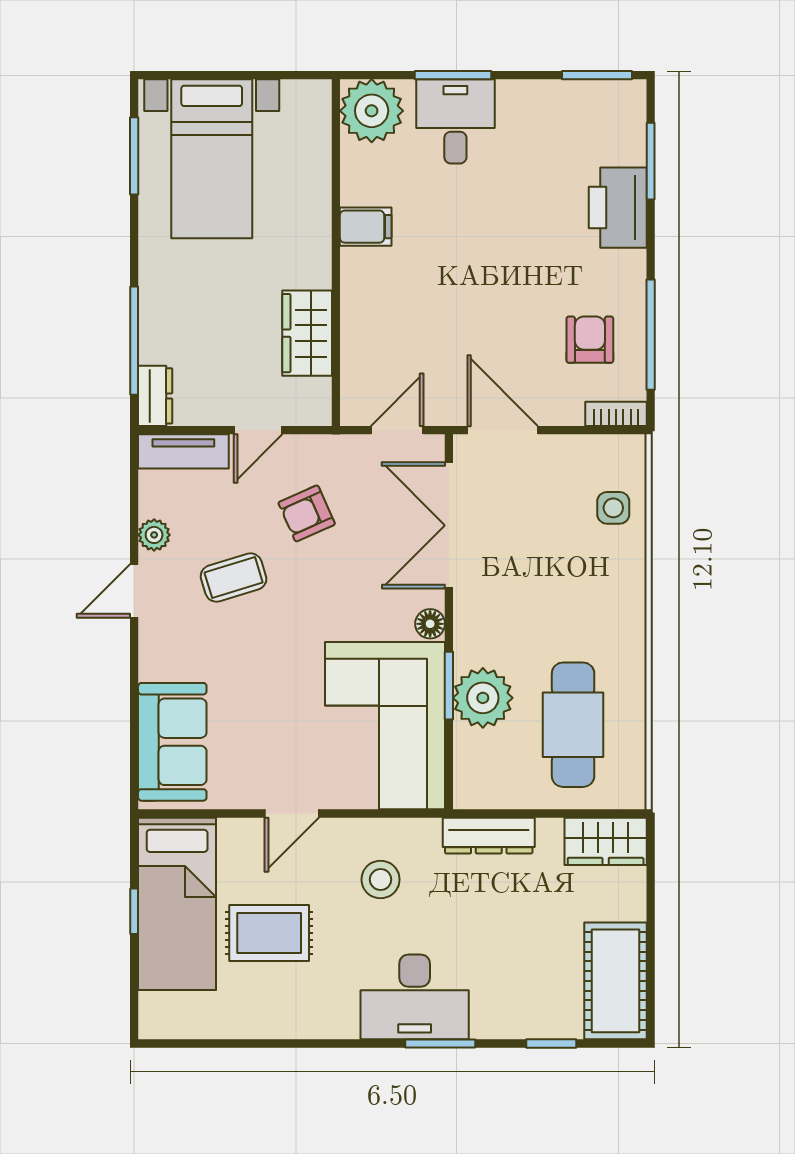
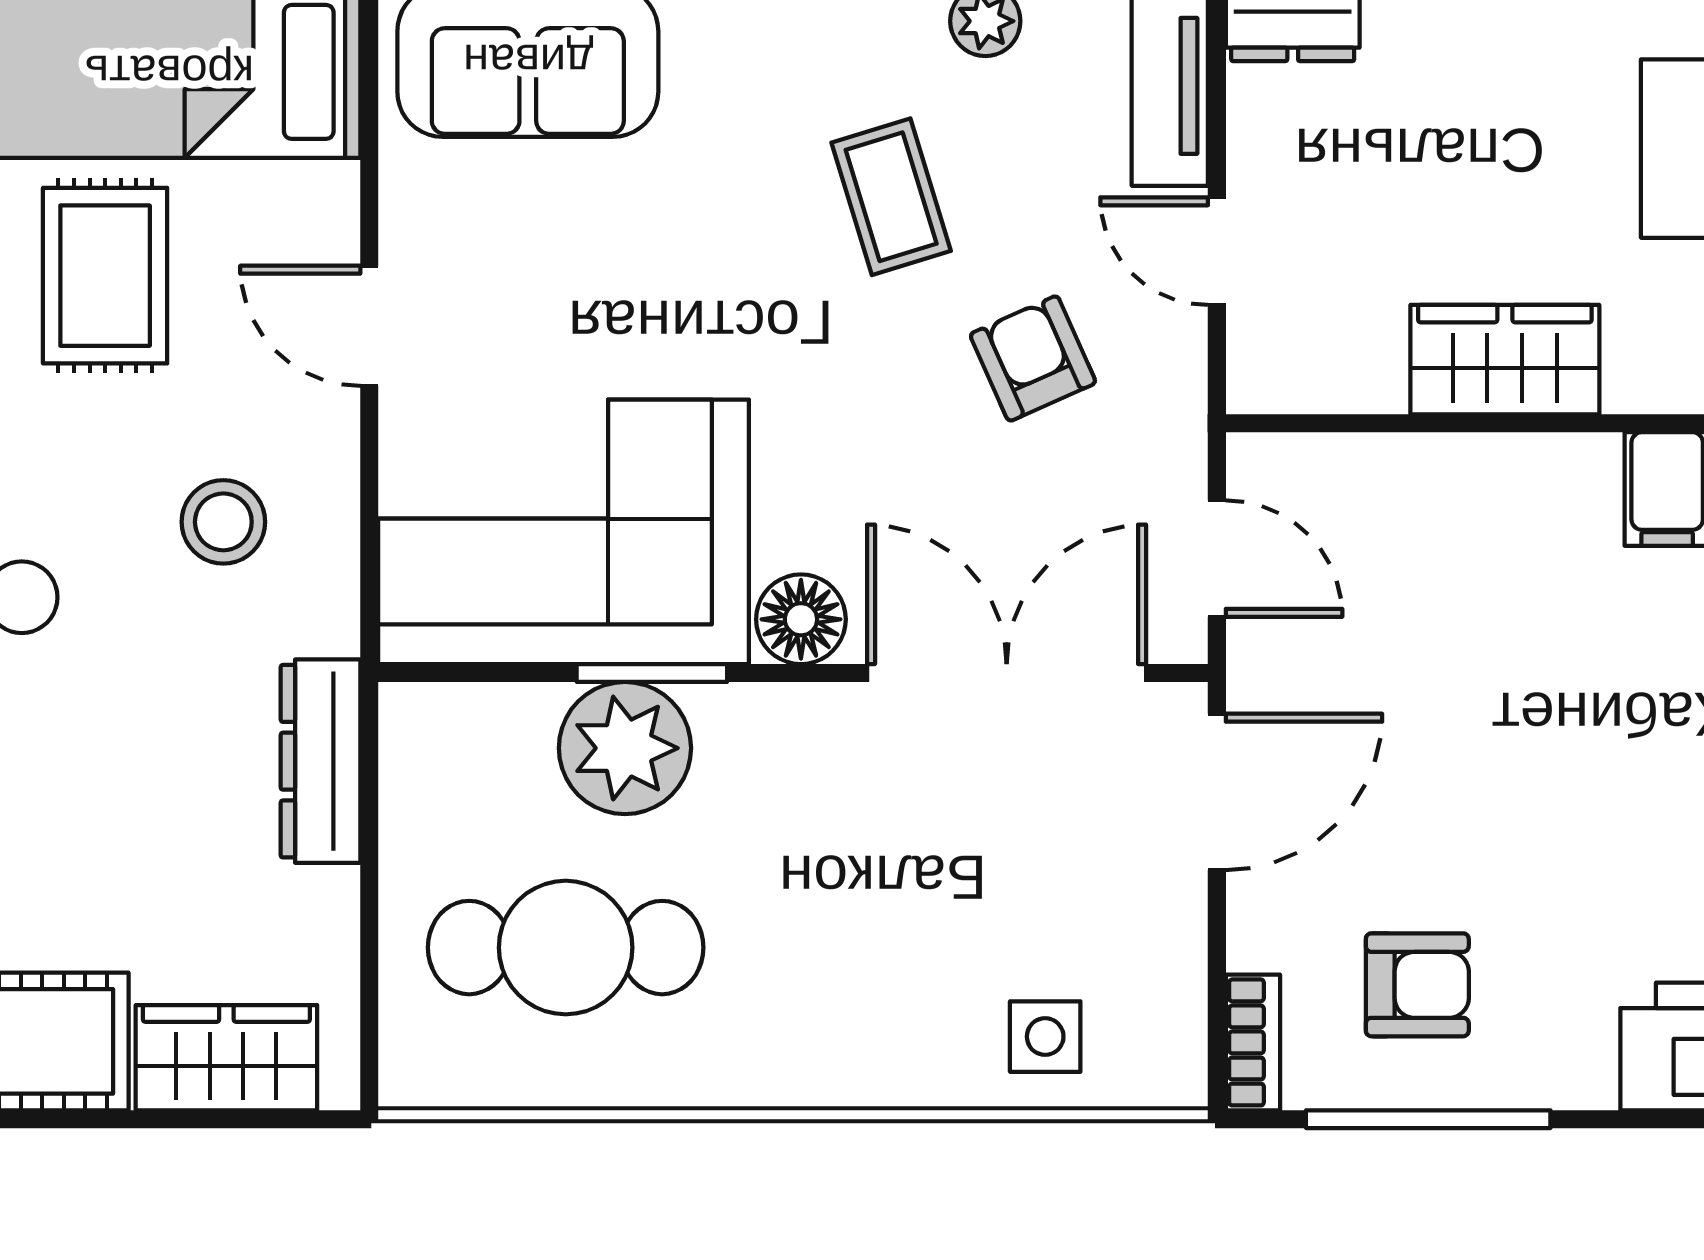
wardrobe: (307, 333) -> (1505, 360), moved
floor lamp: (430, 624) -> (801, 619), width x1.37, depth x1.37
wardrobe: (606, 841) -> (226, 1058), moved, turned 90

